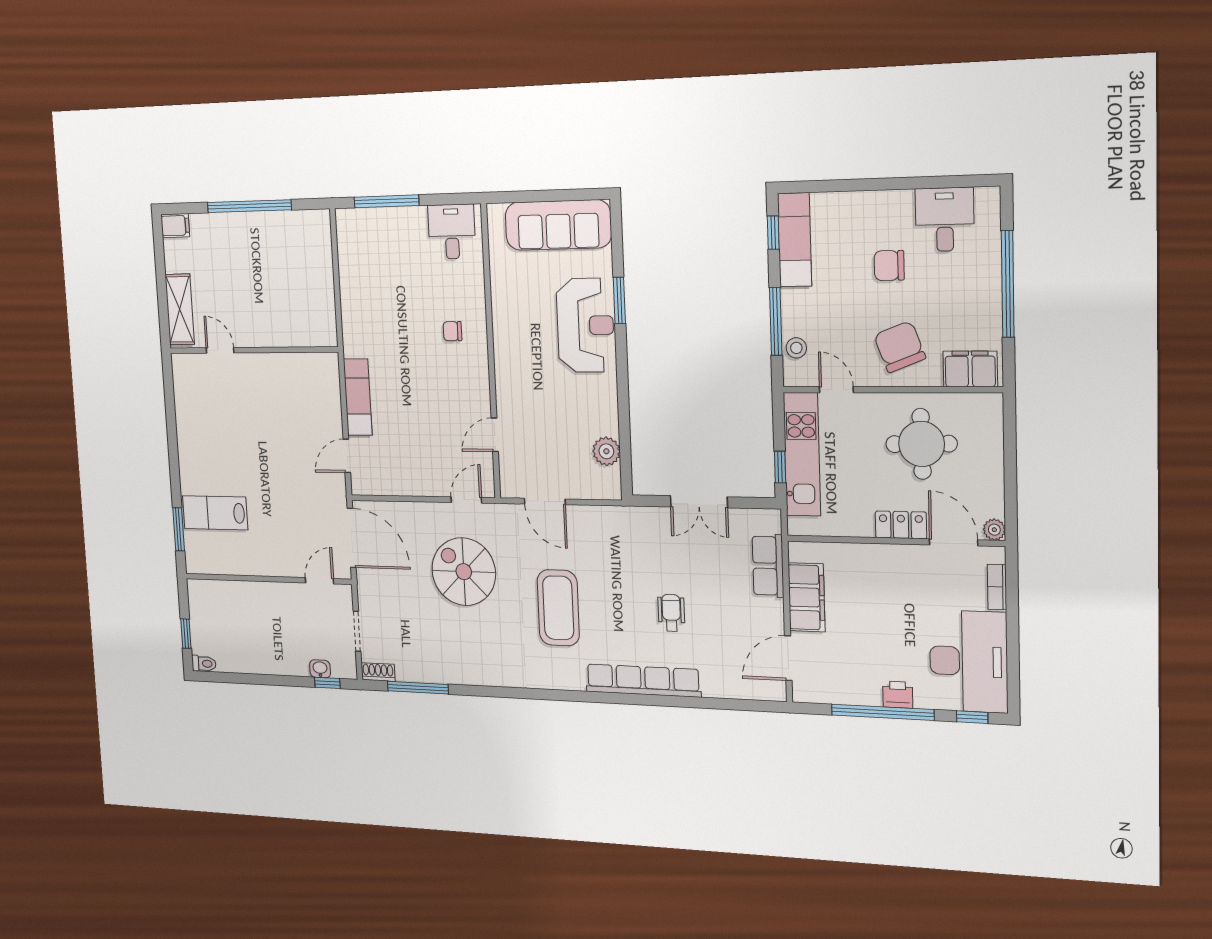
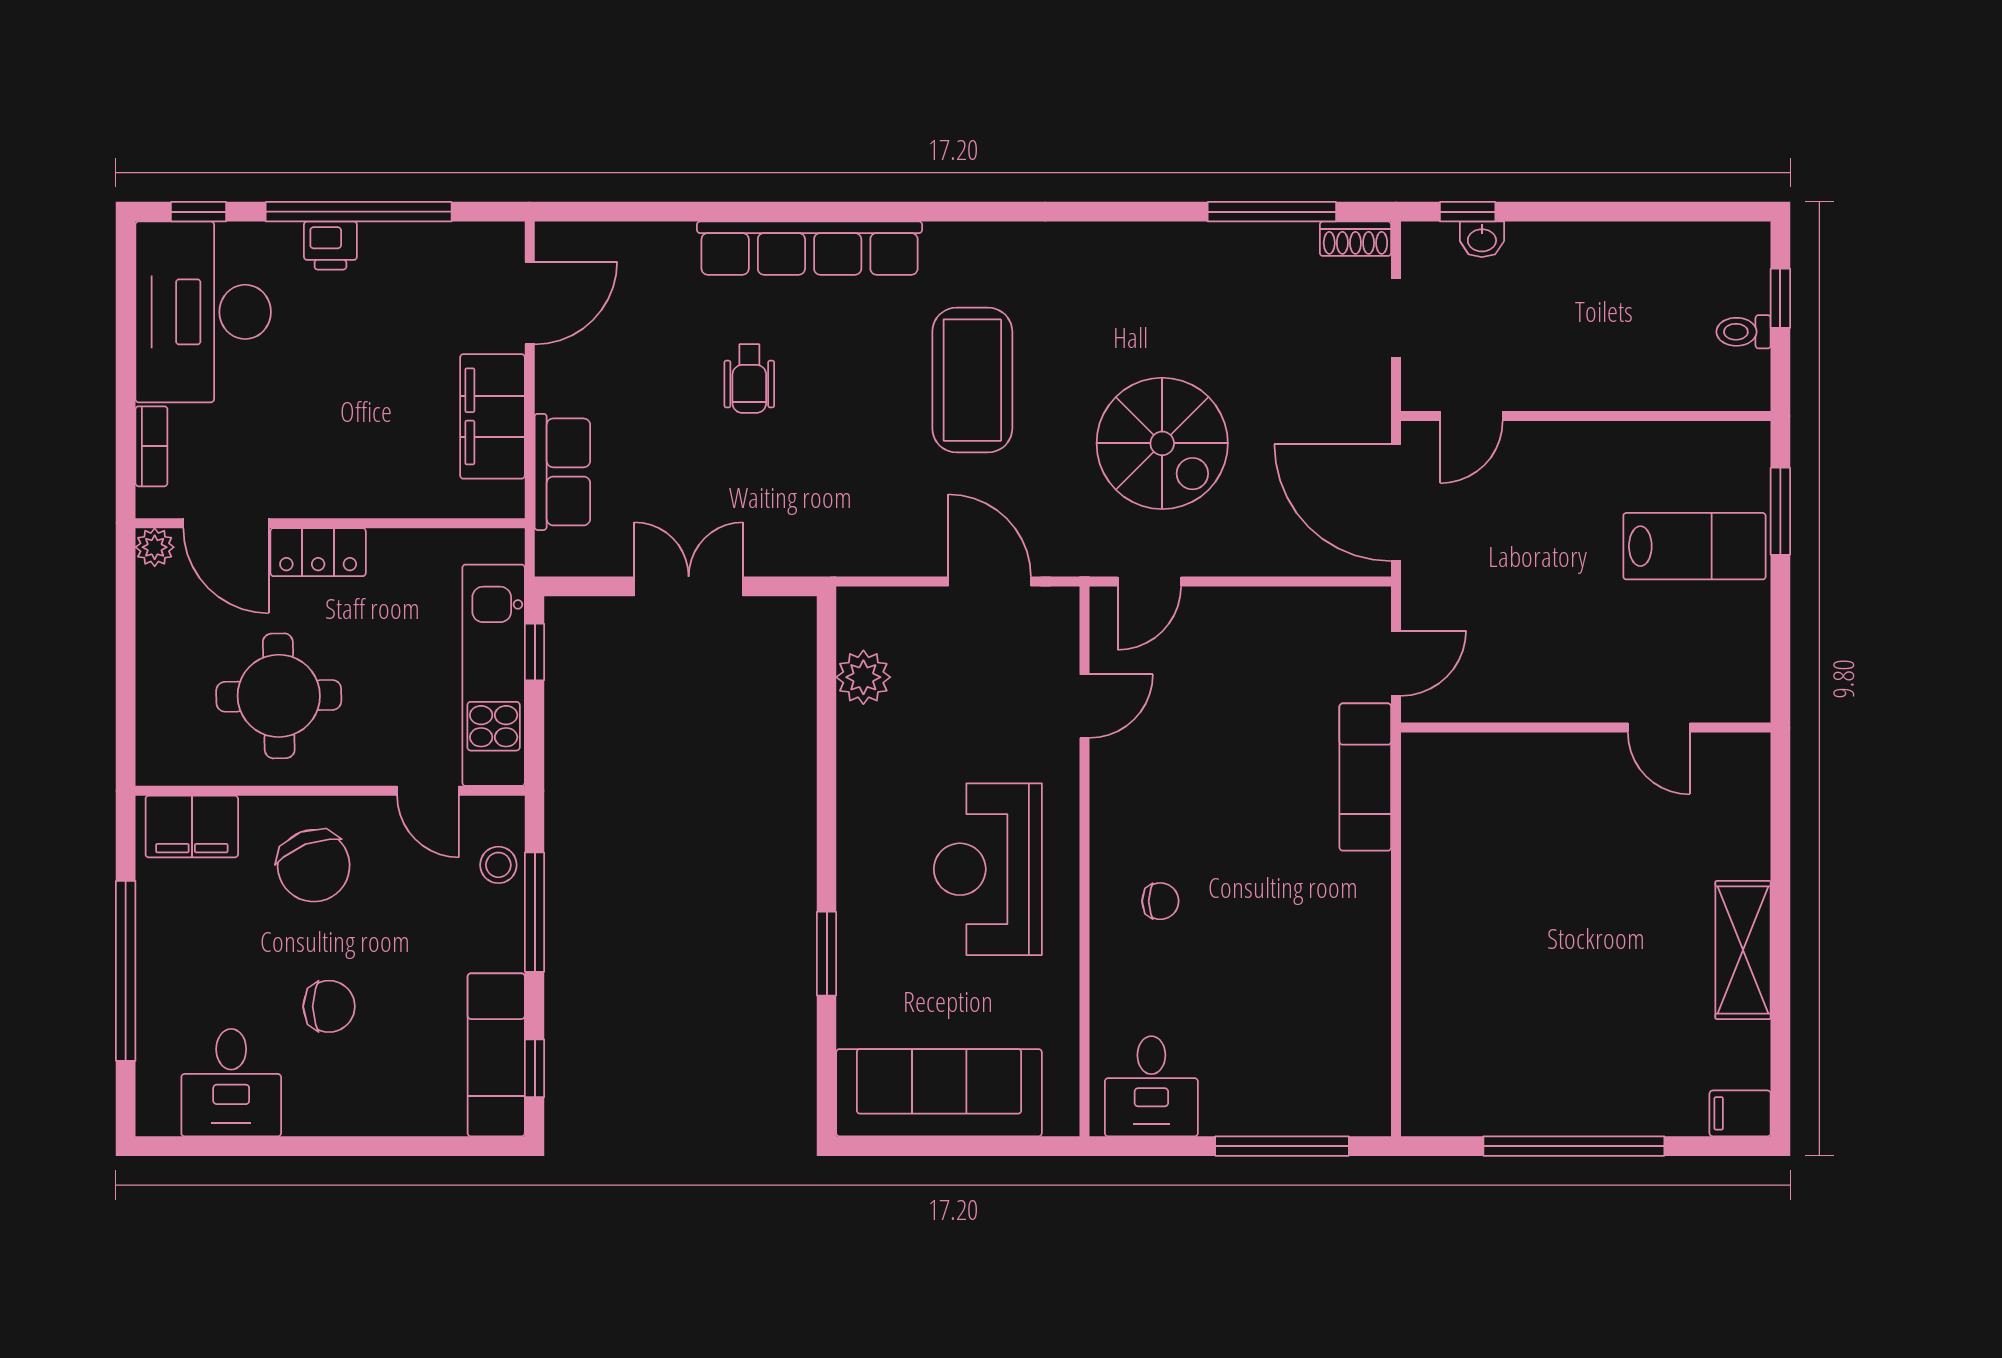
reception desk: (585, 325) -> (988, 869), moved
door: (220, 350) -> (1659, 728), moved
wall: (253, 350) -> (1586, 728), moved
toilet: (204, 664) -> (1744, 332), moved

